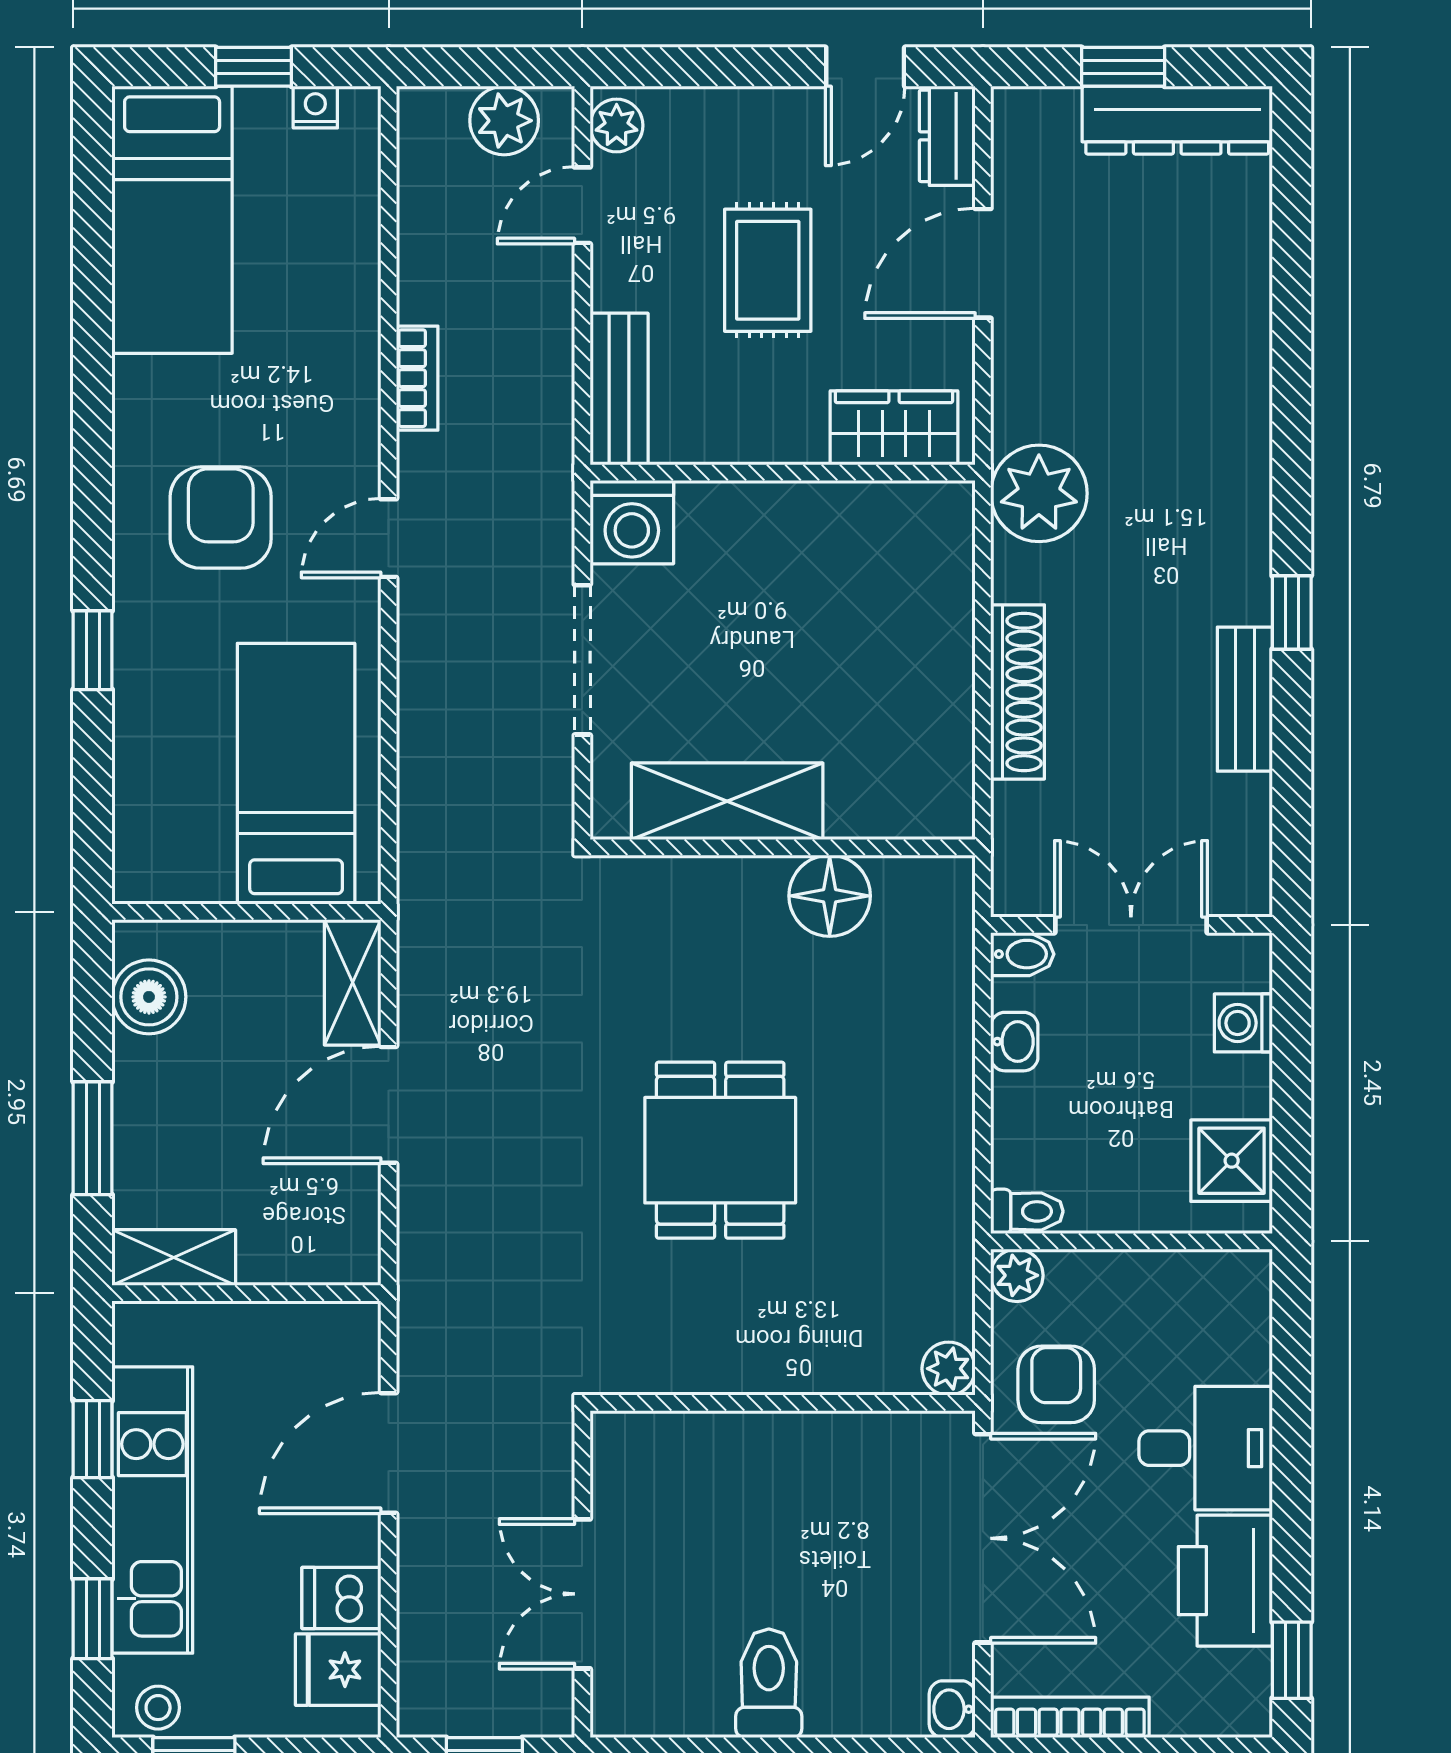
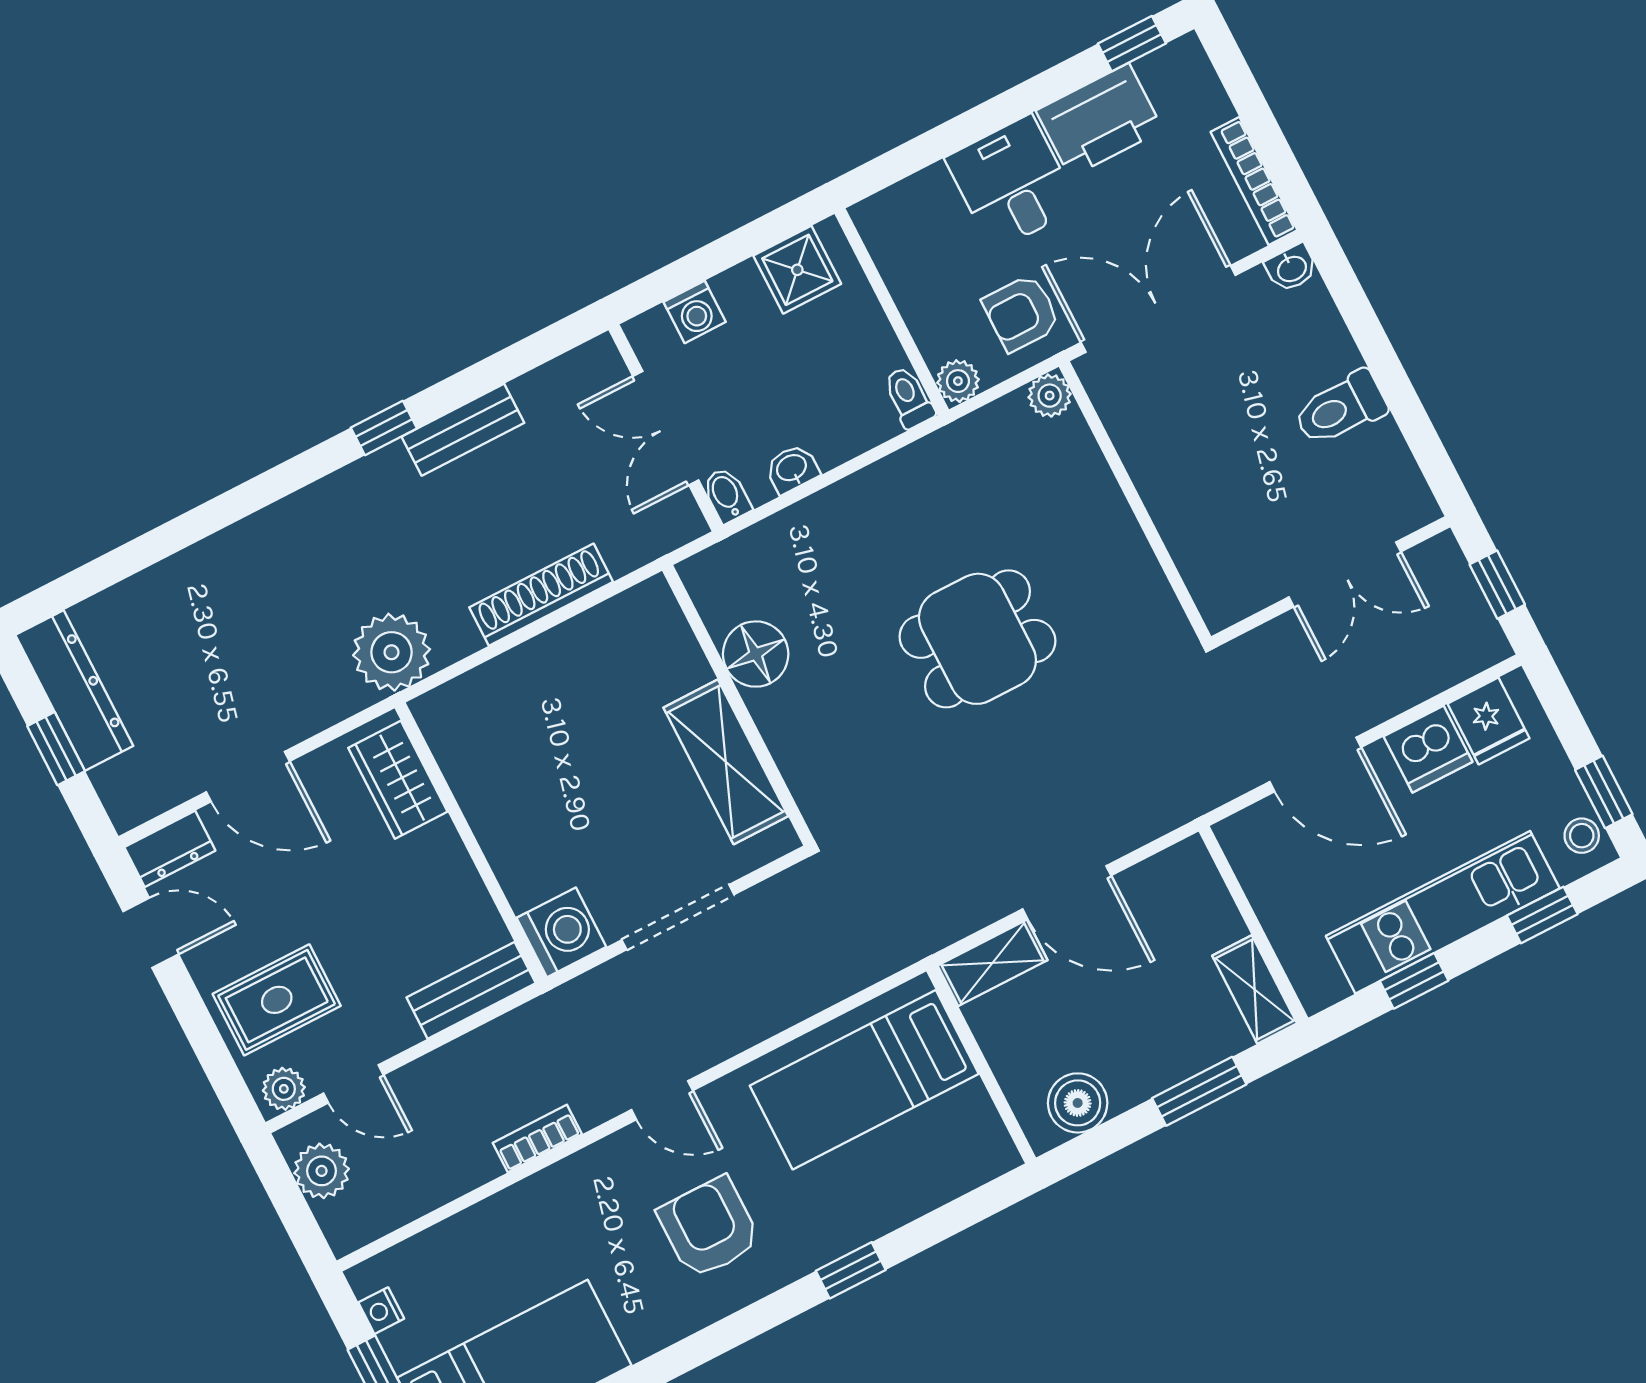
rug: (768, 270) -> (277, 1000), moved
armchair: (221, 518) -> (709, 1228), turned 90
dishwasher: (341, 1598) -> (1428, 749), width x1.38

